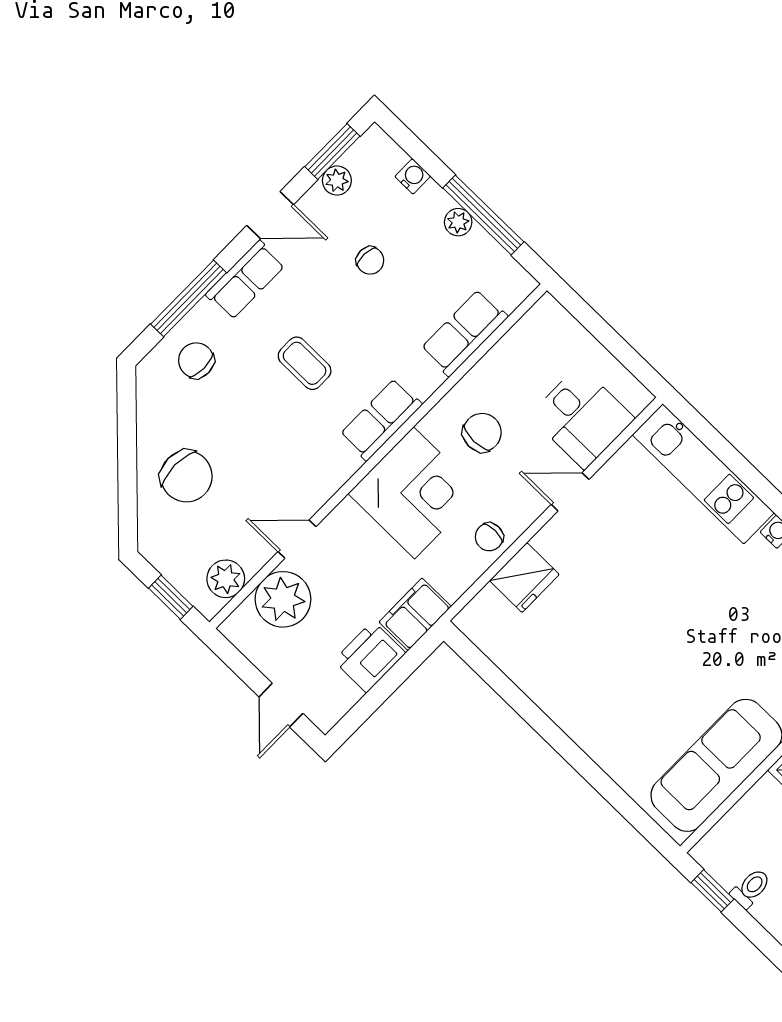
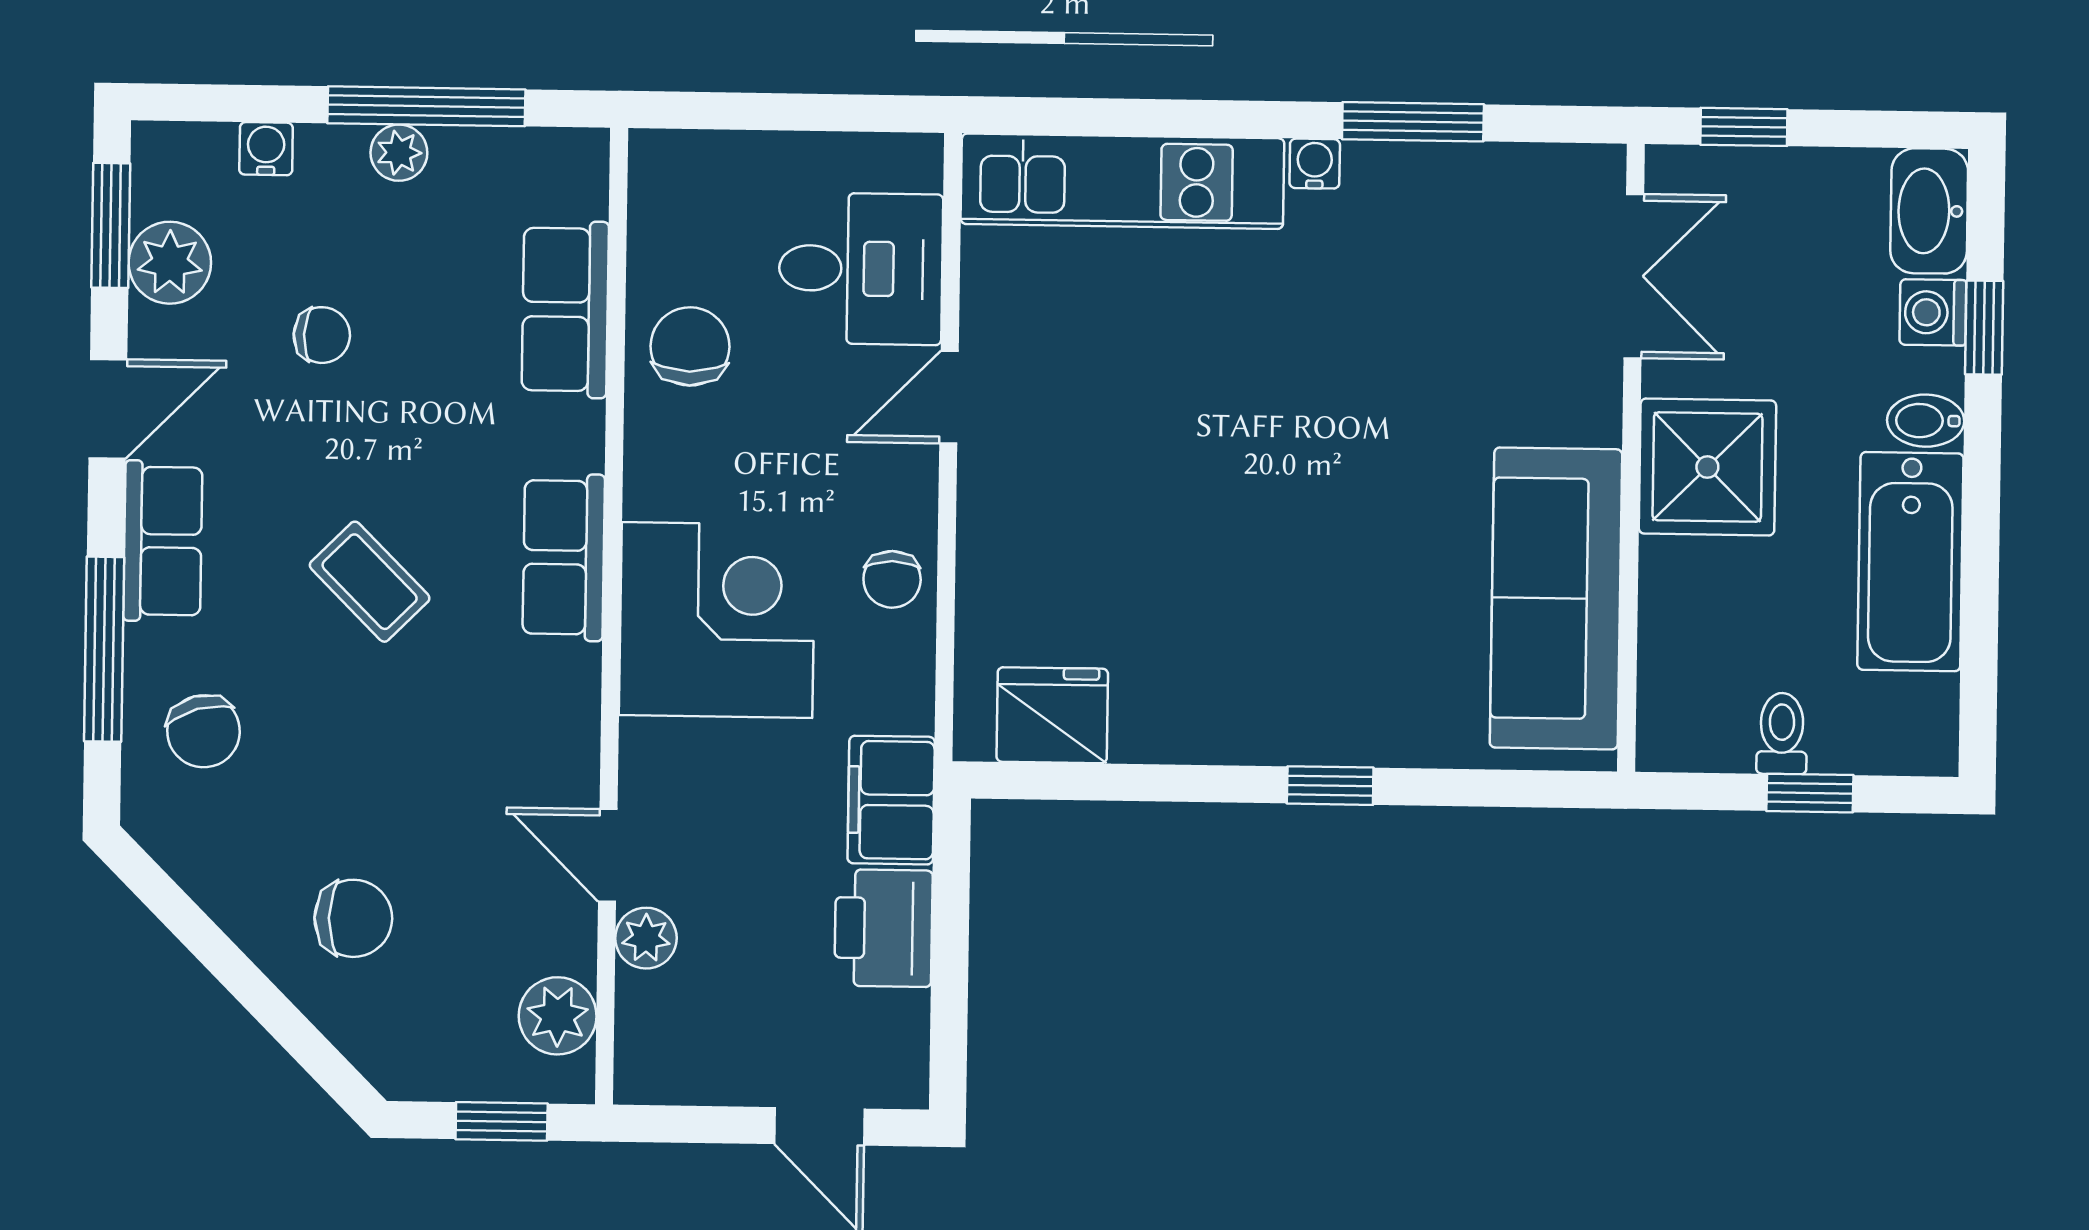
plant: (337, 181) -> (170, 263), width x1.38, depth x1.38
chair: (196, 360) -> (203, 731), turned -106
coffee table: (305, 363) -> (370, 582), turned 45
chair: (482, 433) -> (690, 346), moved
chair: (186, 476) -> (353, 918), width x0.73, depth x0.73
door: (297, 539) -> (608, 855), hinge flipped
fridge: (524, 578) -> (1052, 715), moved, turned -90
plant: (283, 599) -> (646, 938), width x0.53, depth x0.53
window: (575, 756) -> (1330, 786), added
window: (712, 891) -> (1810, 793), moved

